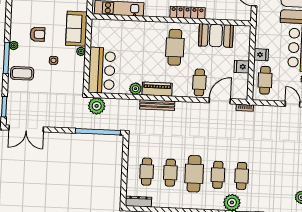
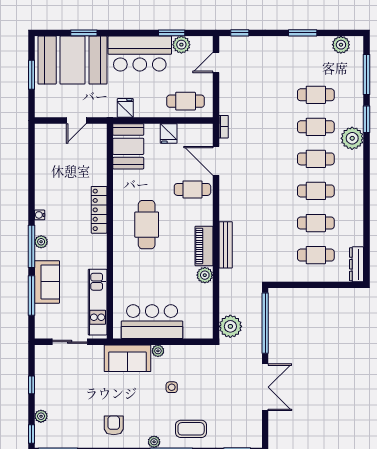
armchair: (37, 34) -> (114, 425), moved
booth: (216, 36) -> (128, 146), moved
cafe table: (175, 47) -> (147, 225), turned 90
fridge: (261, 55) -> (125, 108), moved
bar counter: (102, 70) -> (152, 322), moved
coffee table: (22, 73) -> (191, 429), turned 90
double door: (26, 128) -> (265, 387), moved
cafe table: (194, 174) -> (316, 191), width x0.73, depth x0.74
cafe table: (265, 177) -> (316, 95), added

